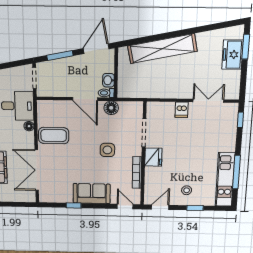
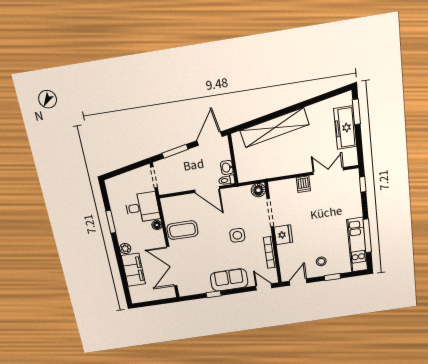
freezer: (232, 55) -> (345, 128), width x1.40
floor lamp: (111, 108) -> (258, 190), moved

